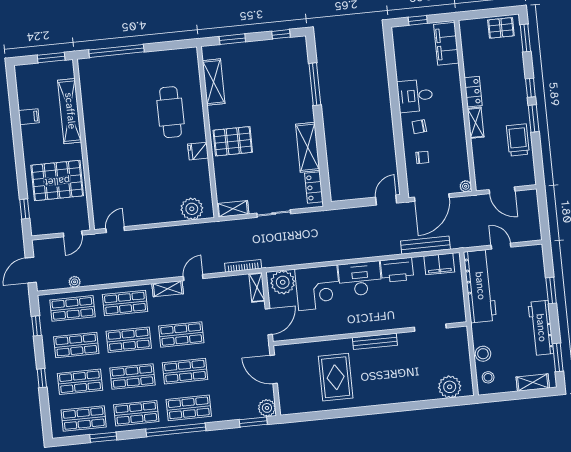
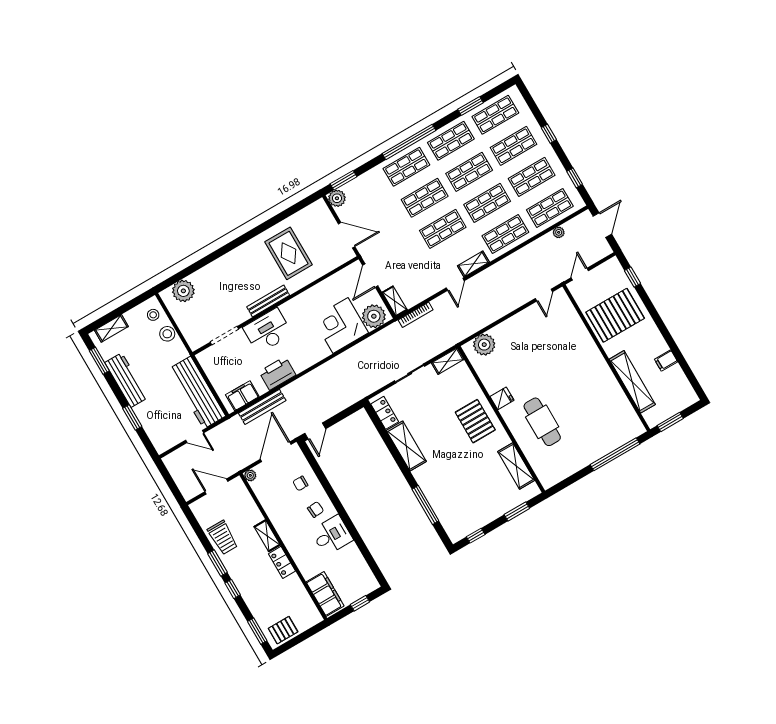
pallet: (233, 141) -> (475, 421), turned 90
desk: (360, 279) -> (268, 331), moved, turned 180

